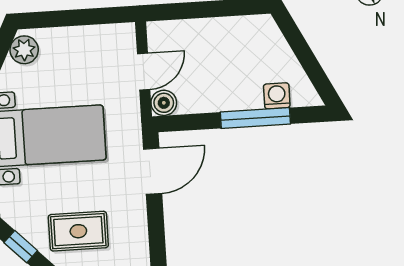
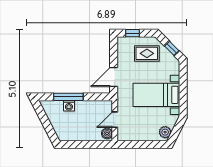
washing machine: (277, 96) -> (69, 106), moved
boiler: (164, 103) -> (107, 133), moved

